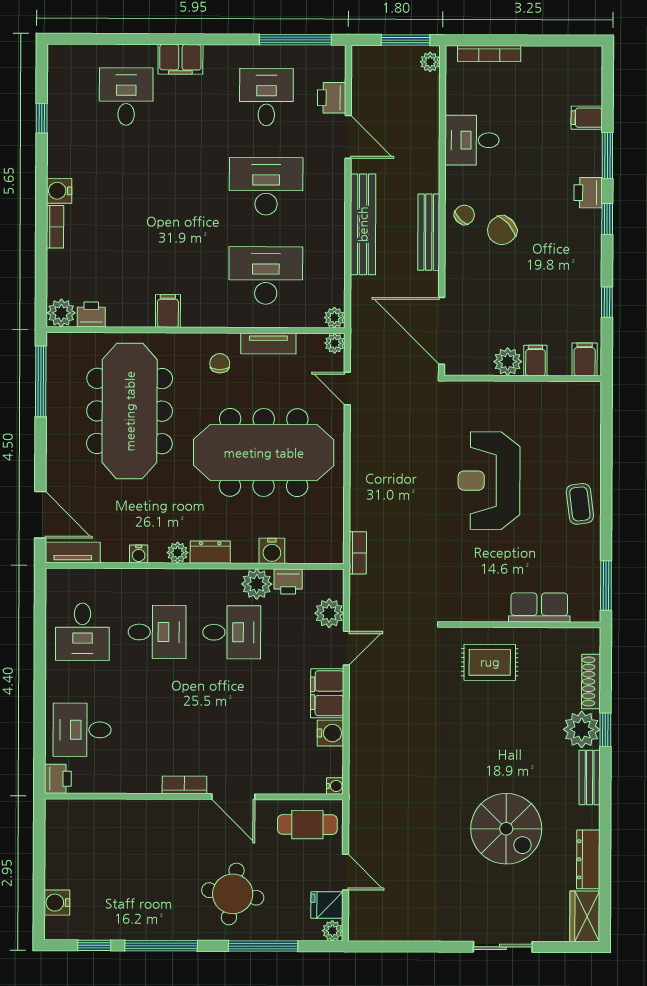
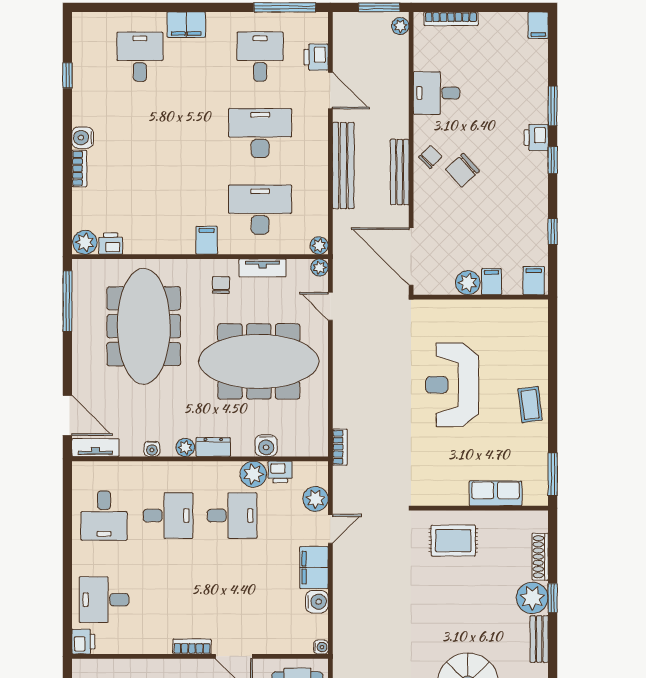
filing cabinet: (587, 118) -> (538, 25), moved, turned -90
filing cabinet: (168, 311) -> (207, 240), moved

